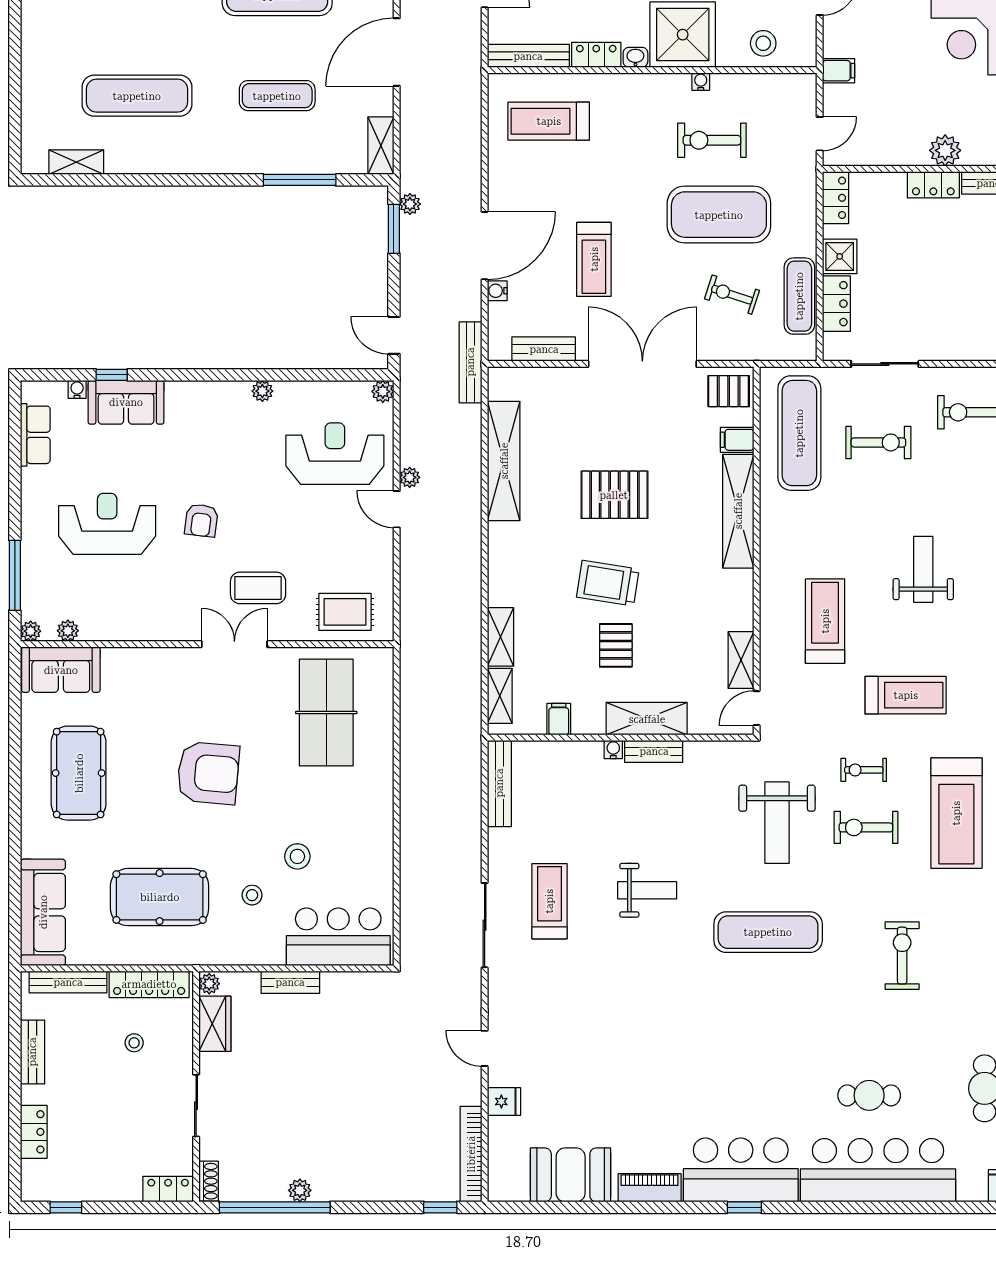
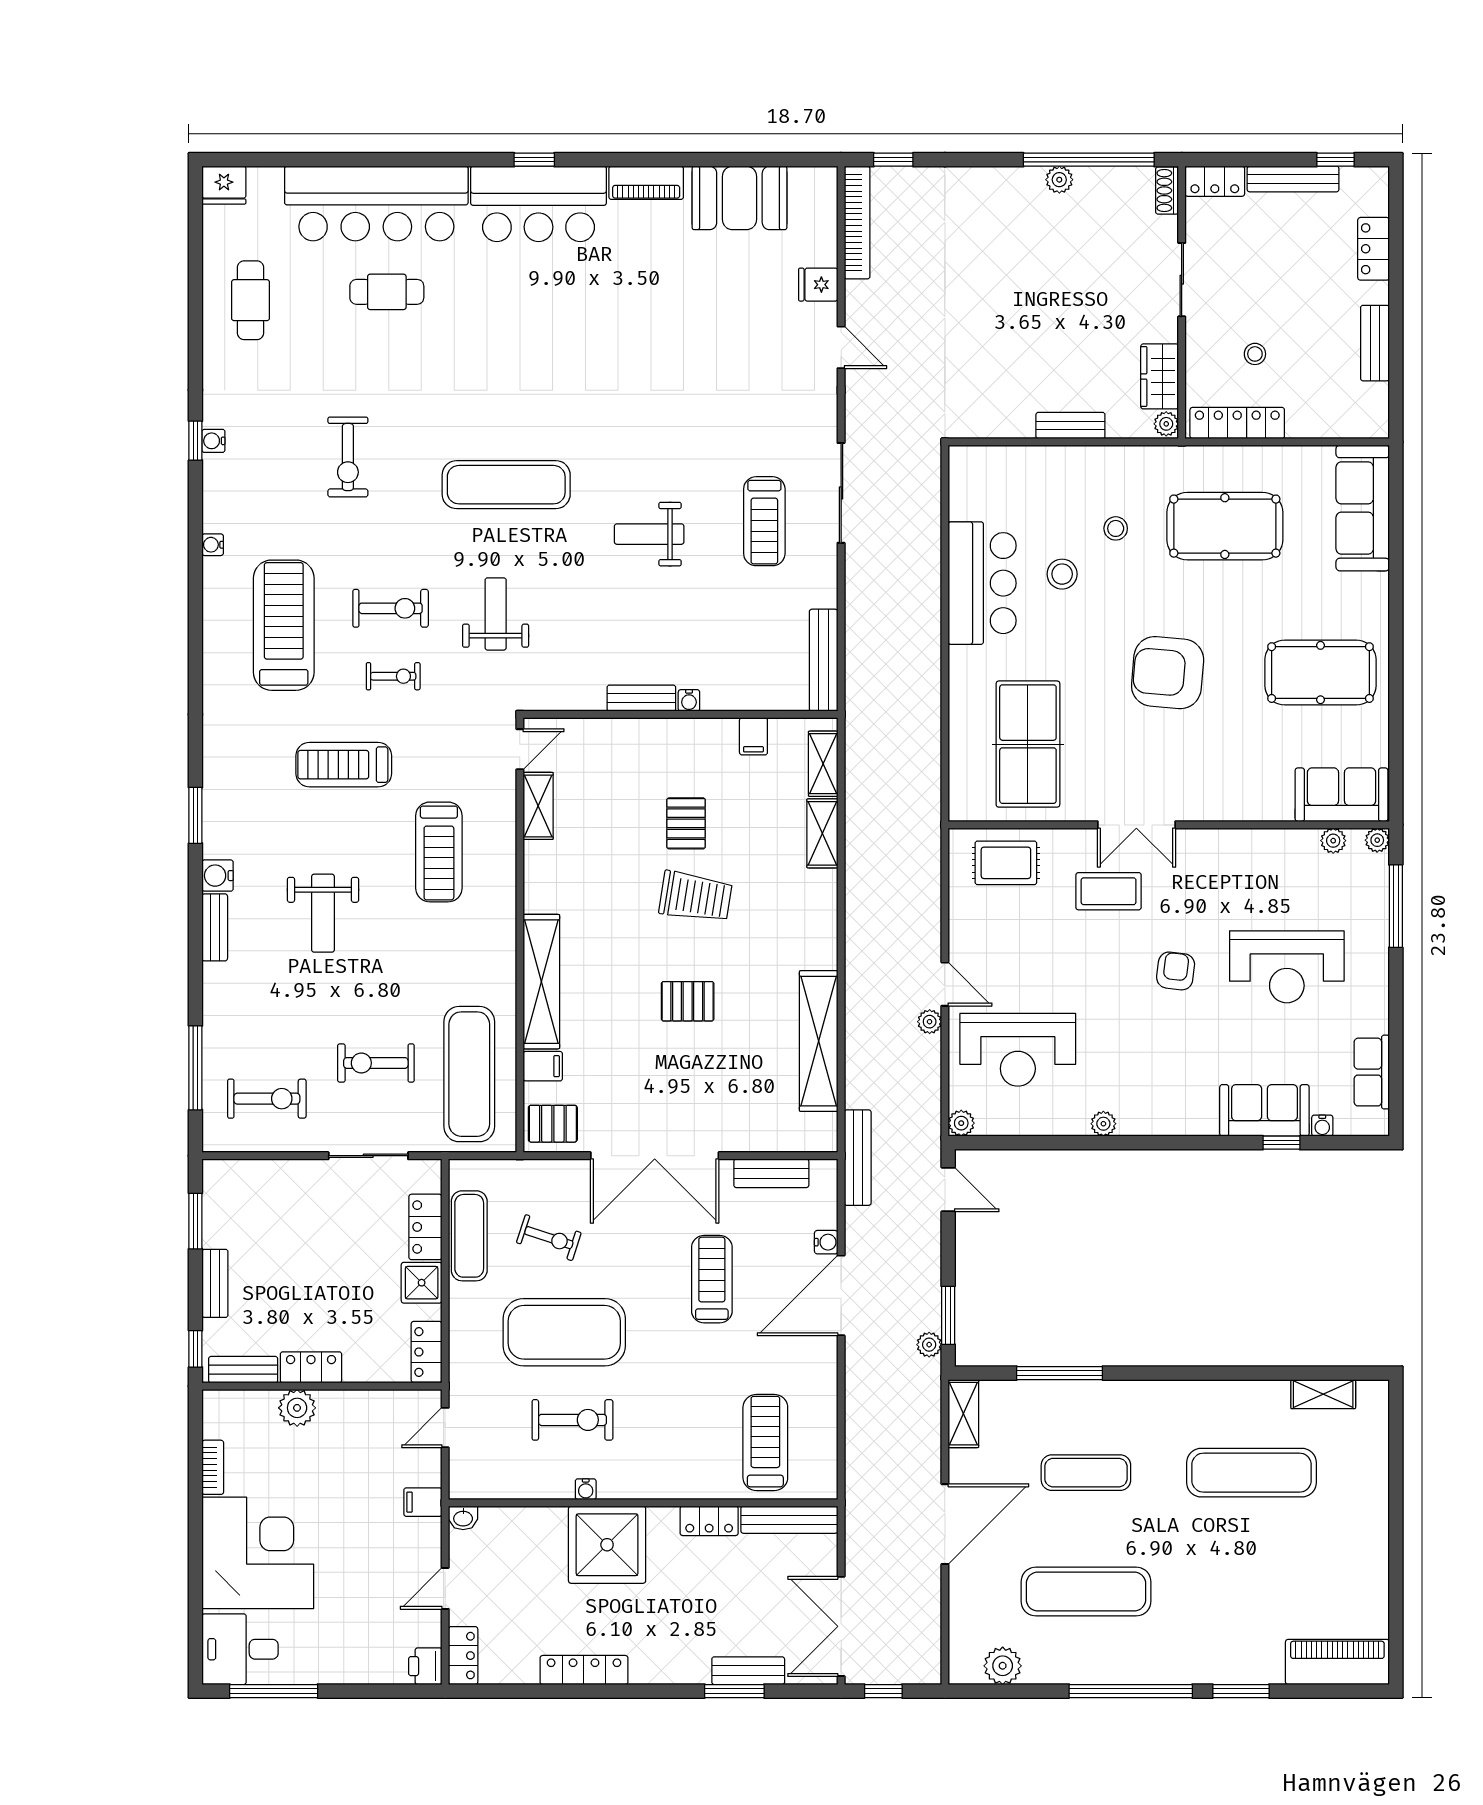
stool: (763, 43) -> (512, 1534), removed
washbasin: (635, 57) -> (463, 1518), moved
treadmill: (549, 121) -> (765, 1442), turned -90
pallet: (614, 495) -> (688, 1001), width x0.67, depth x0.71
shelving: (647, 719) -> (650, 737), removed
pool table: (79, 773) -> (1320, 673), turned 90
weight bench: (777, 823) -> (496, 614), width x0.73, depth x0.75
bar counter: (338, 937) -> (982, 583), moved, turned -90
bench: (68, 982) -> (1293, 179), moved

